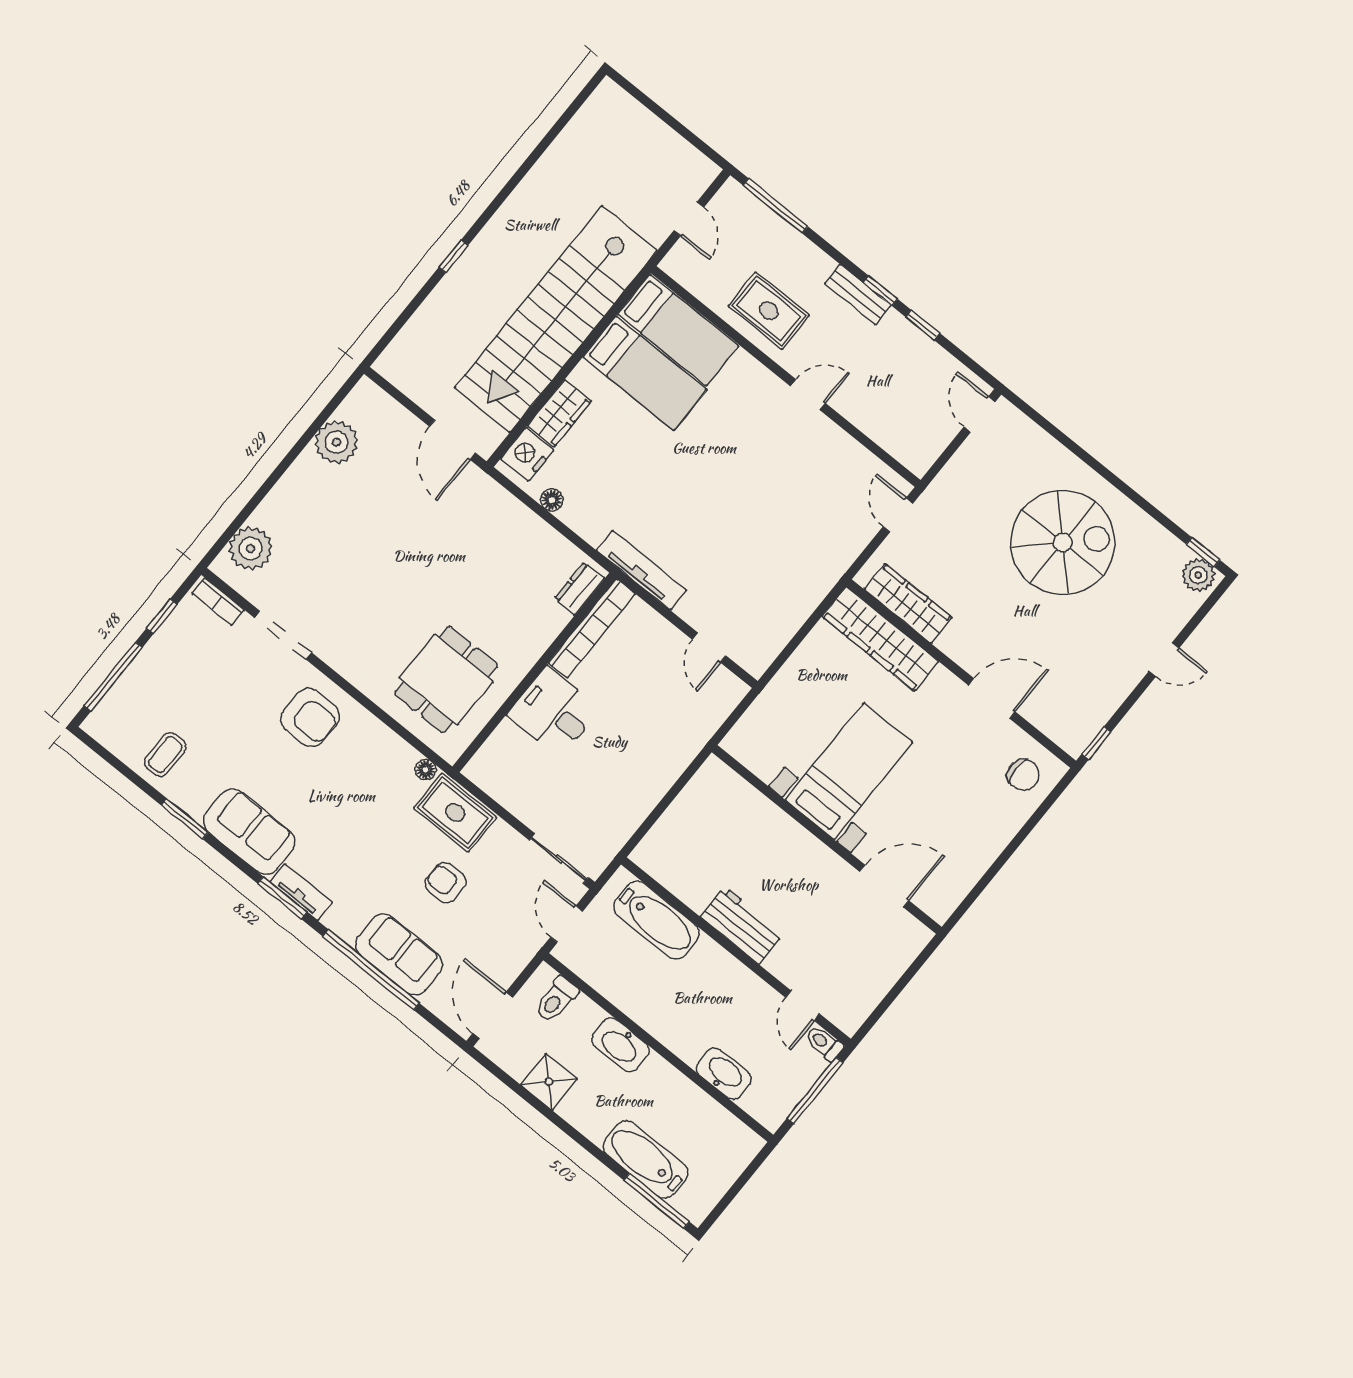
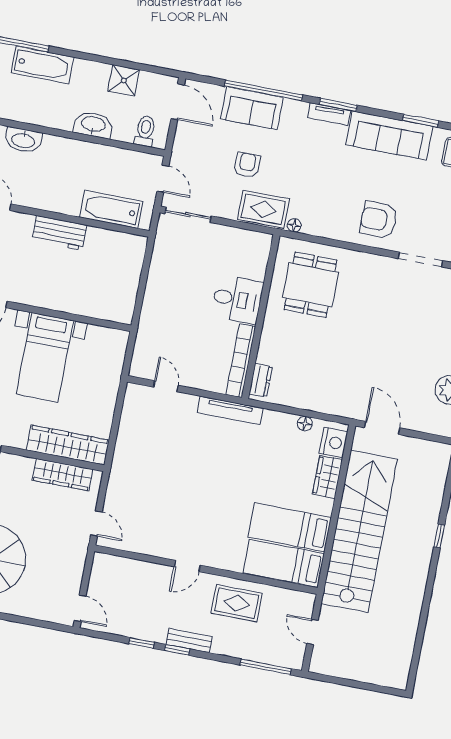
sofa: (249, 832) -> (389, 136), width x1.36
armchair: (446, 883) -> (247, 165), turned -90

